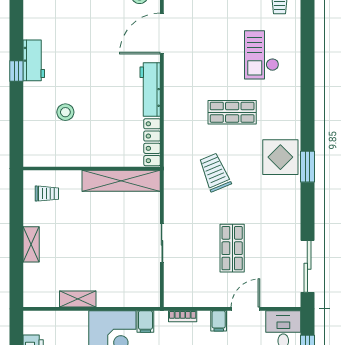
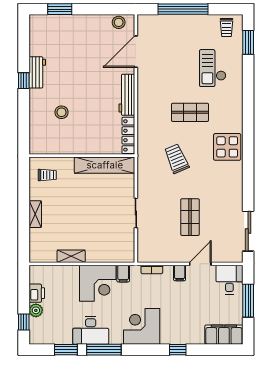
window: (307, 167) -> (248, 42), moved

